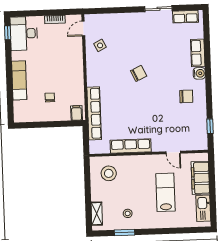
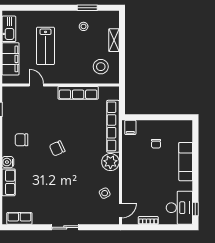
sliding door: (158, 9) -> (65, 227), moved
chair: (139, 73) -> (57, 148), moved
plant: (95, 77) -> (110, 162), added
shelving: (97, 214) -> (114, 40), moved

